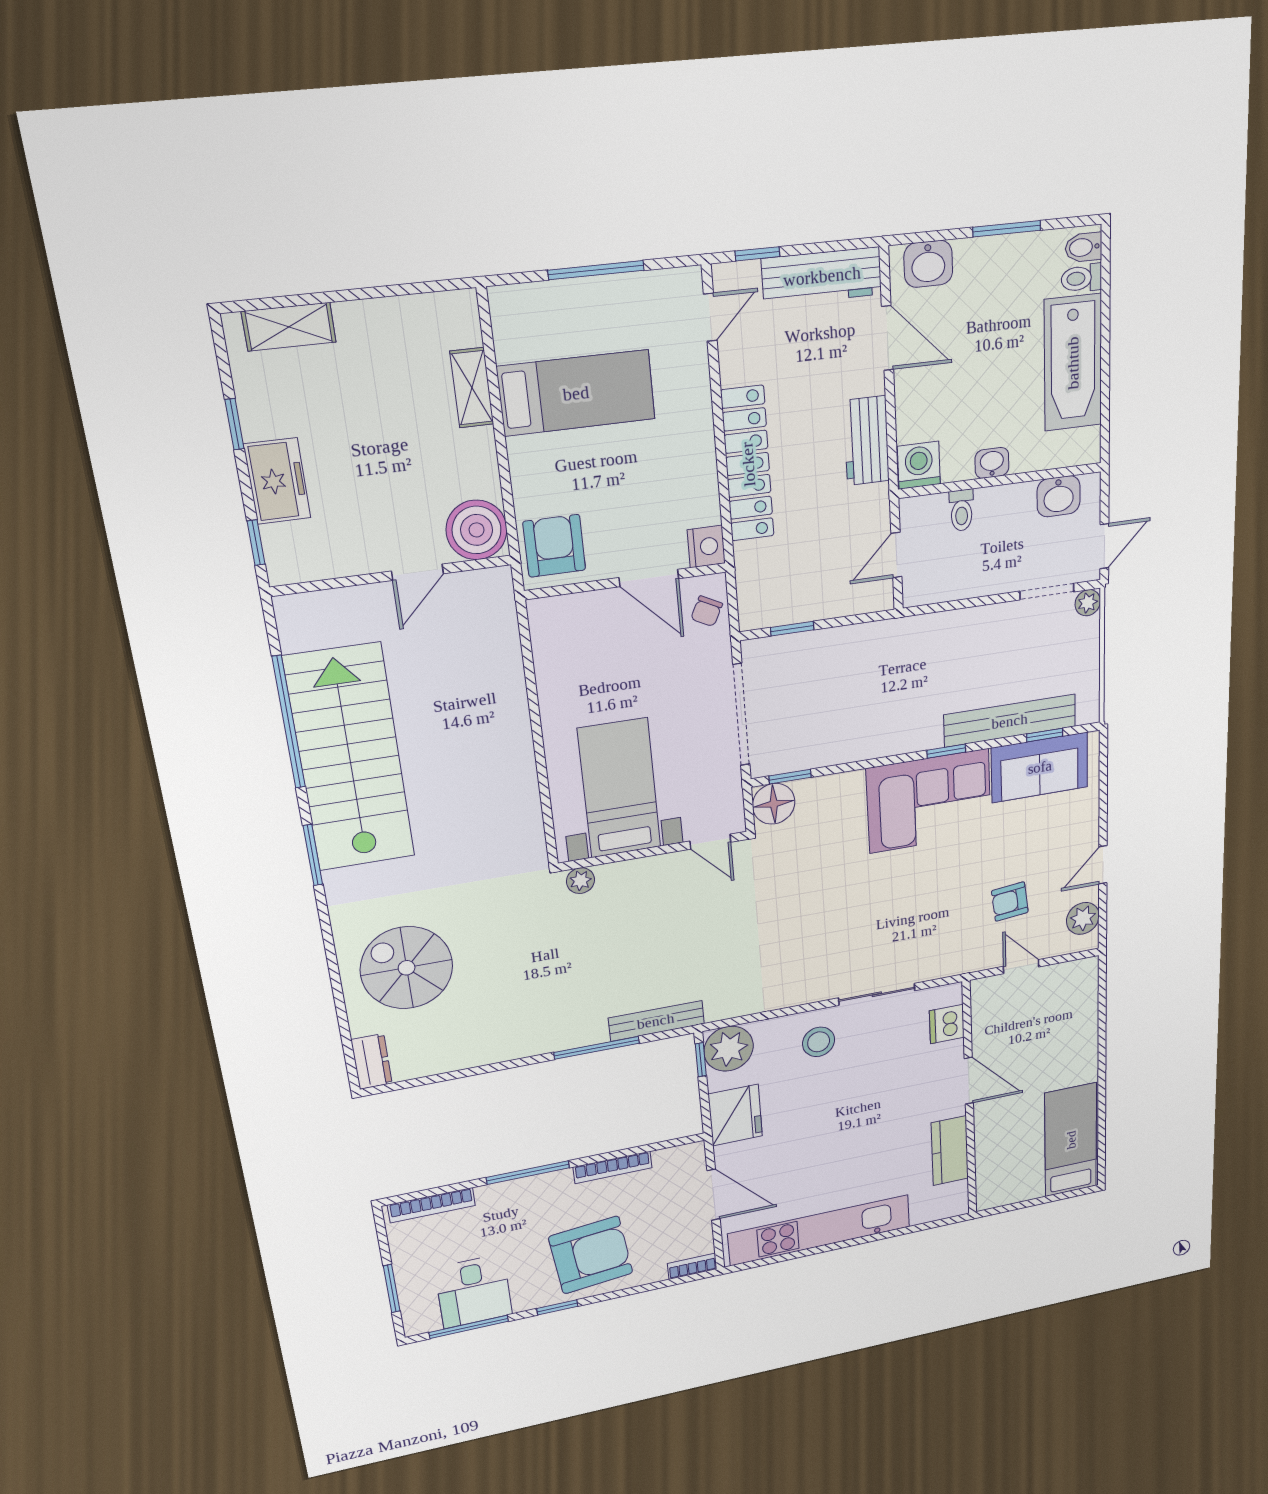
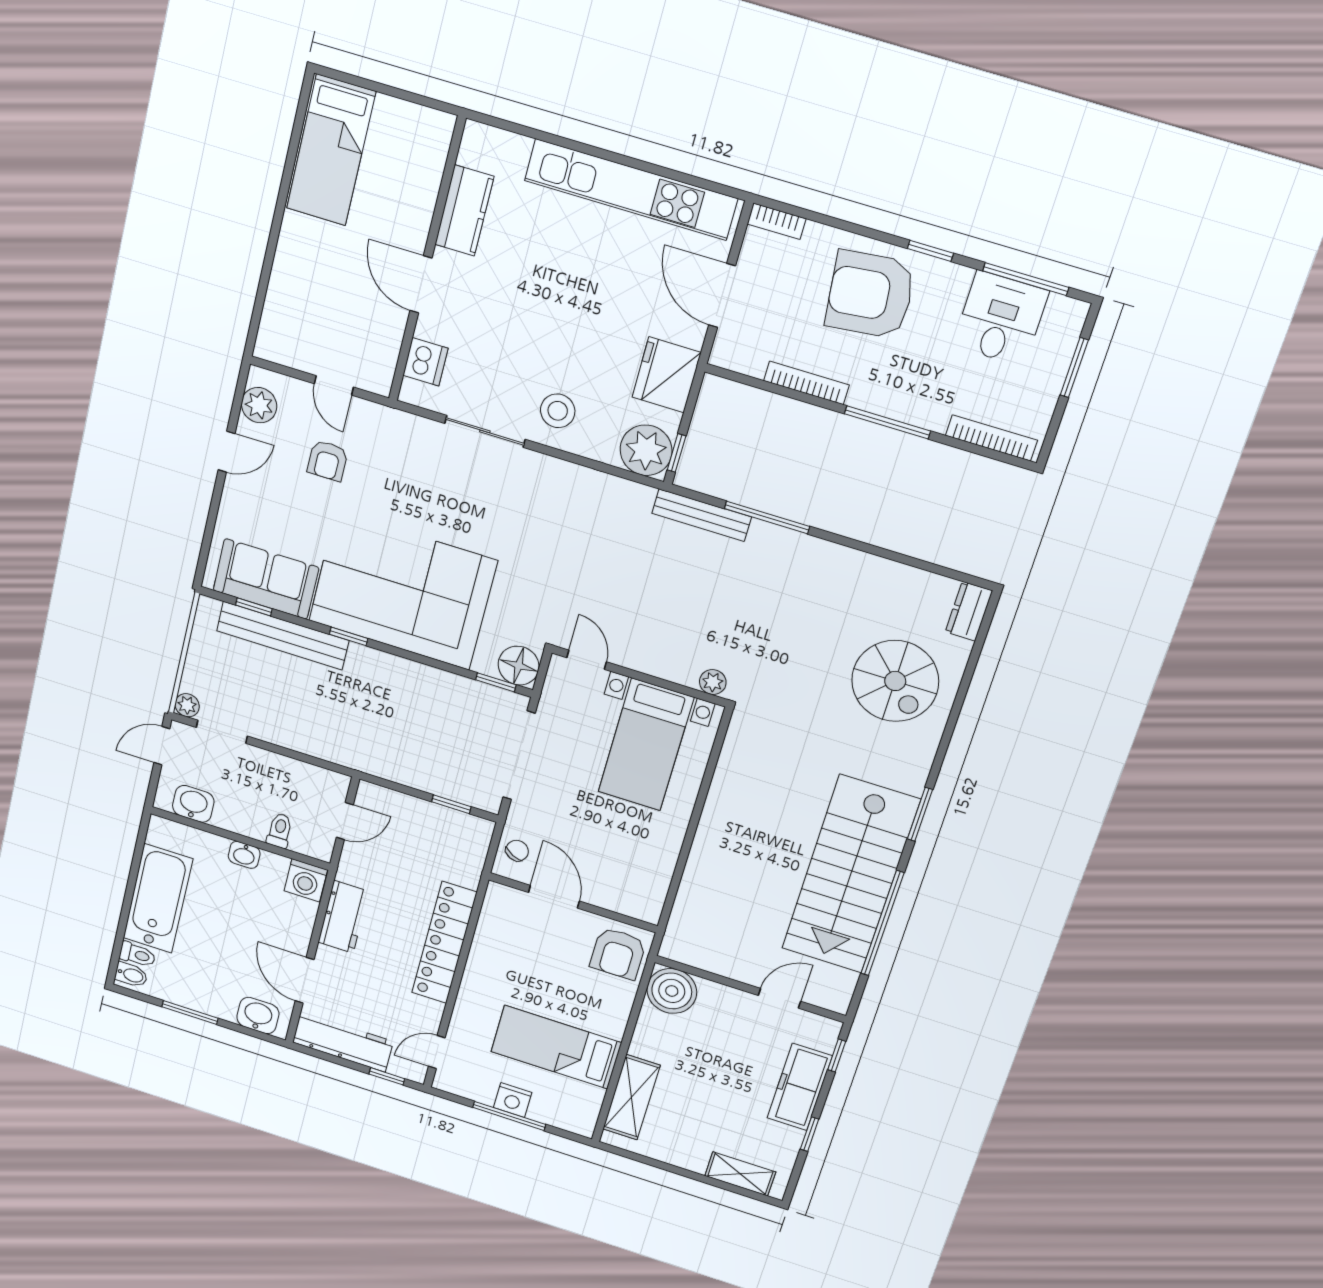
shelving: (472, 388) -> (631, 1097), width x1.50, depth x1.33
freezer: (277, 481) -> (800, 1087), width x1.40
nightstand: (706, 547) -> (513, 1100), moved, turned -90
door: (417, 572) -> (780, 998), moved
corner sofa: (929, 801) -> (403, 591), width x1.36, depth x1.36
armchair: (1010, 902) -> (328, 461), turned 96

